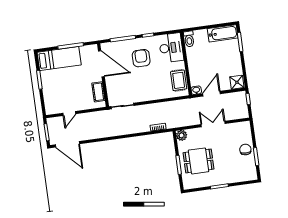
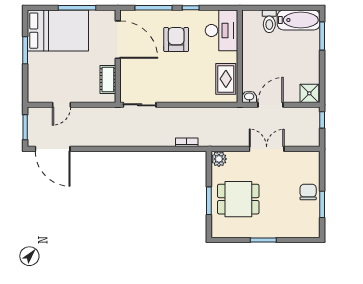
toilet: (189, 39) -> (269, 21), moved
bed: (59, 59) -> (58, 31), width x1.50

